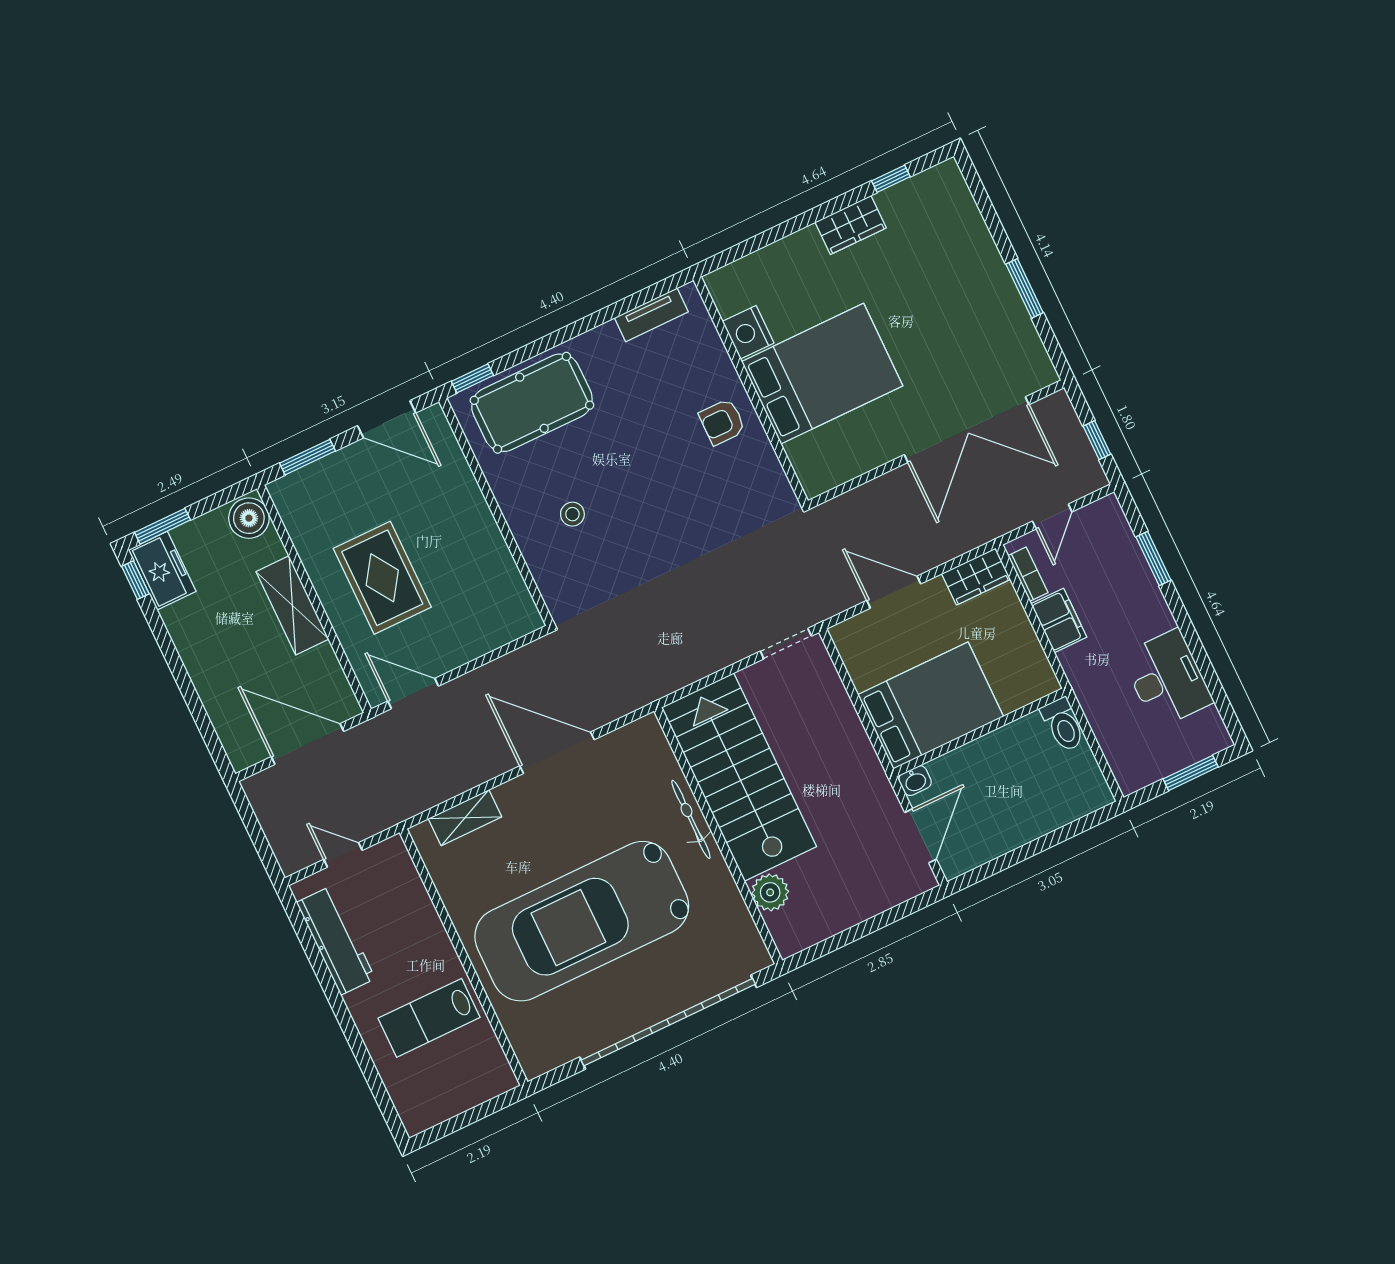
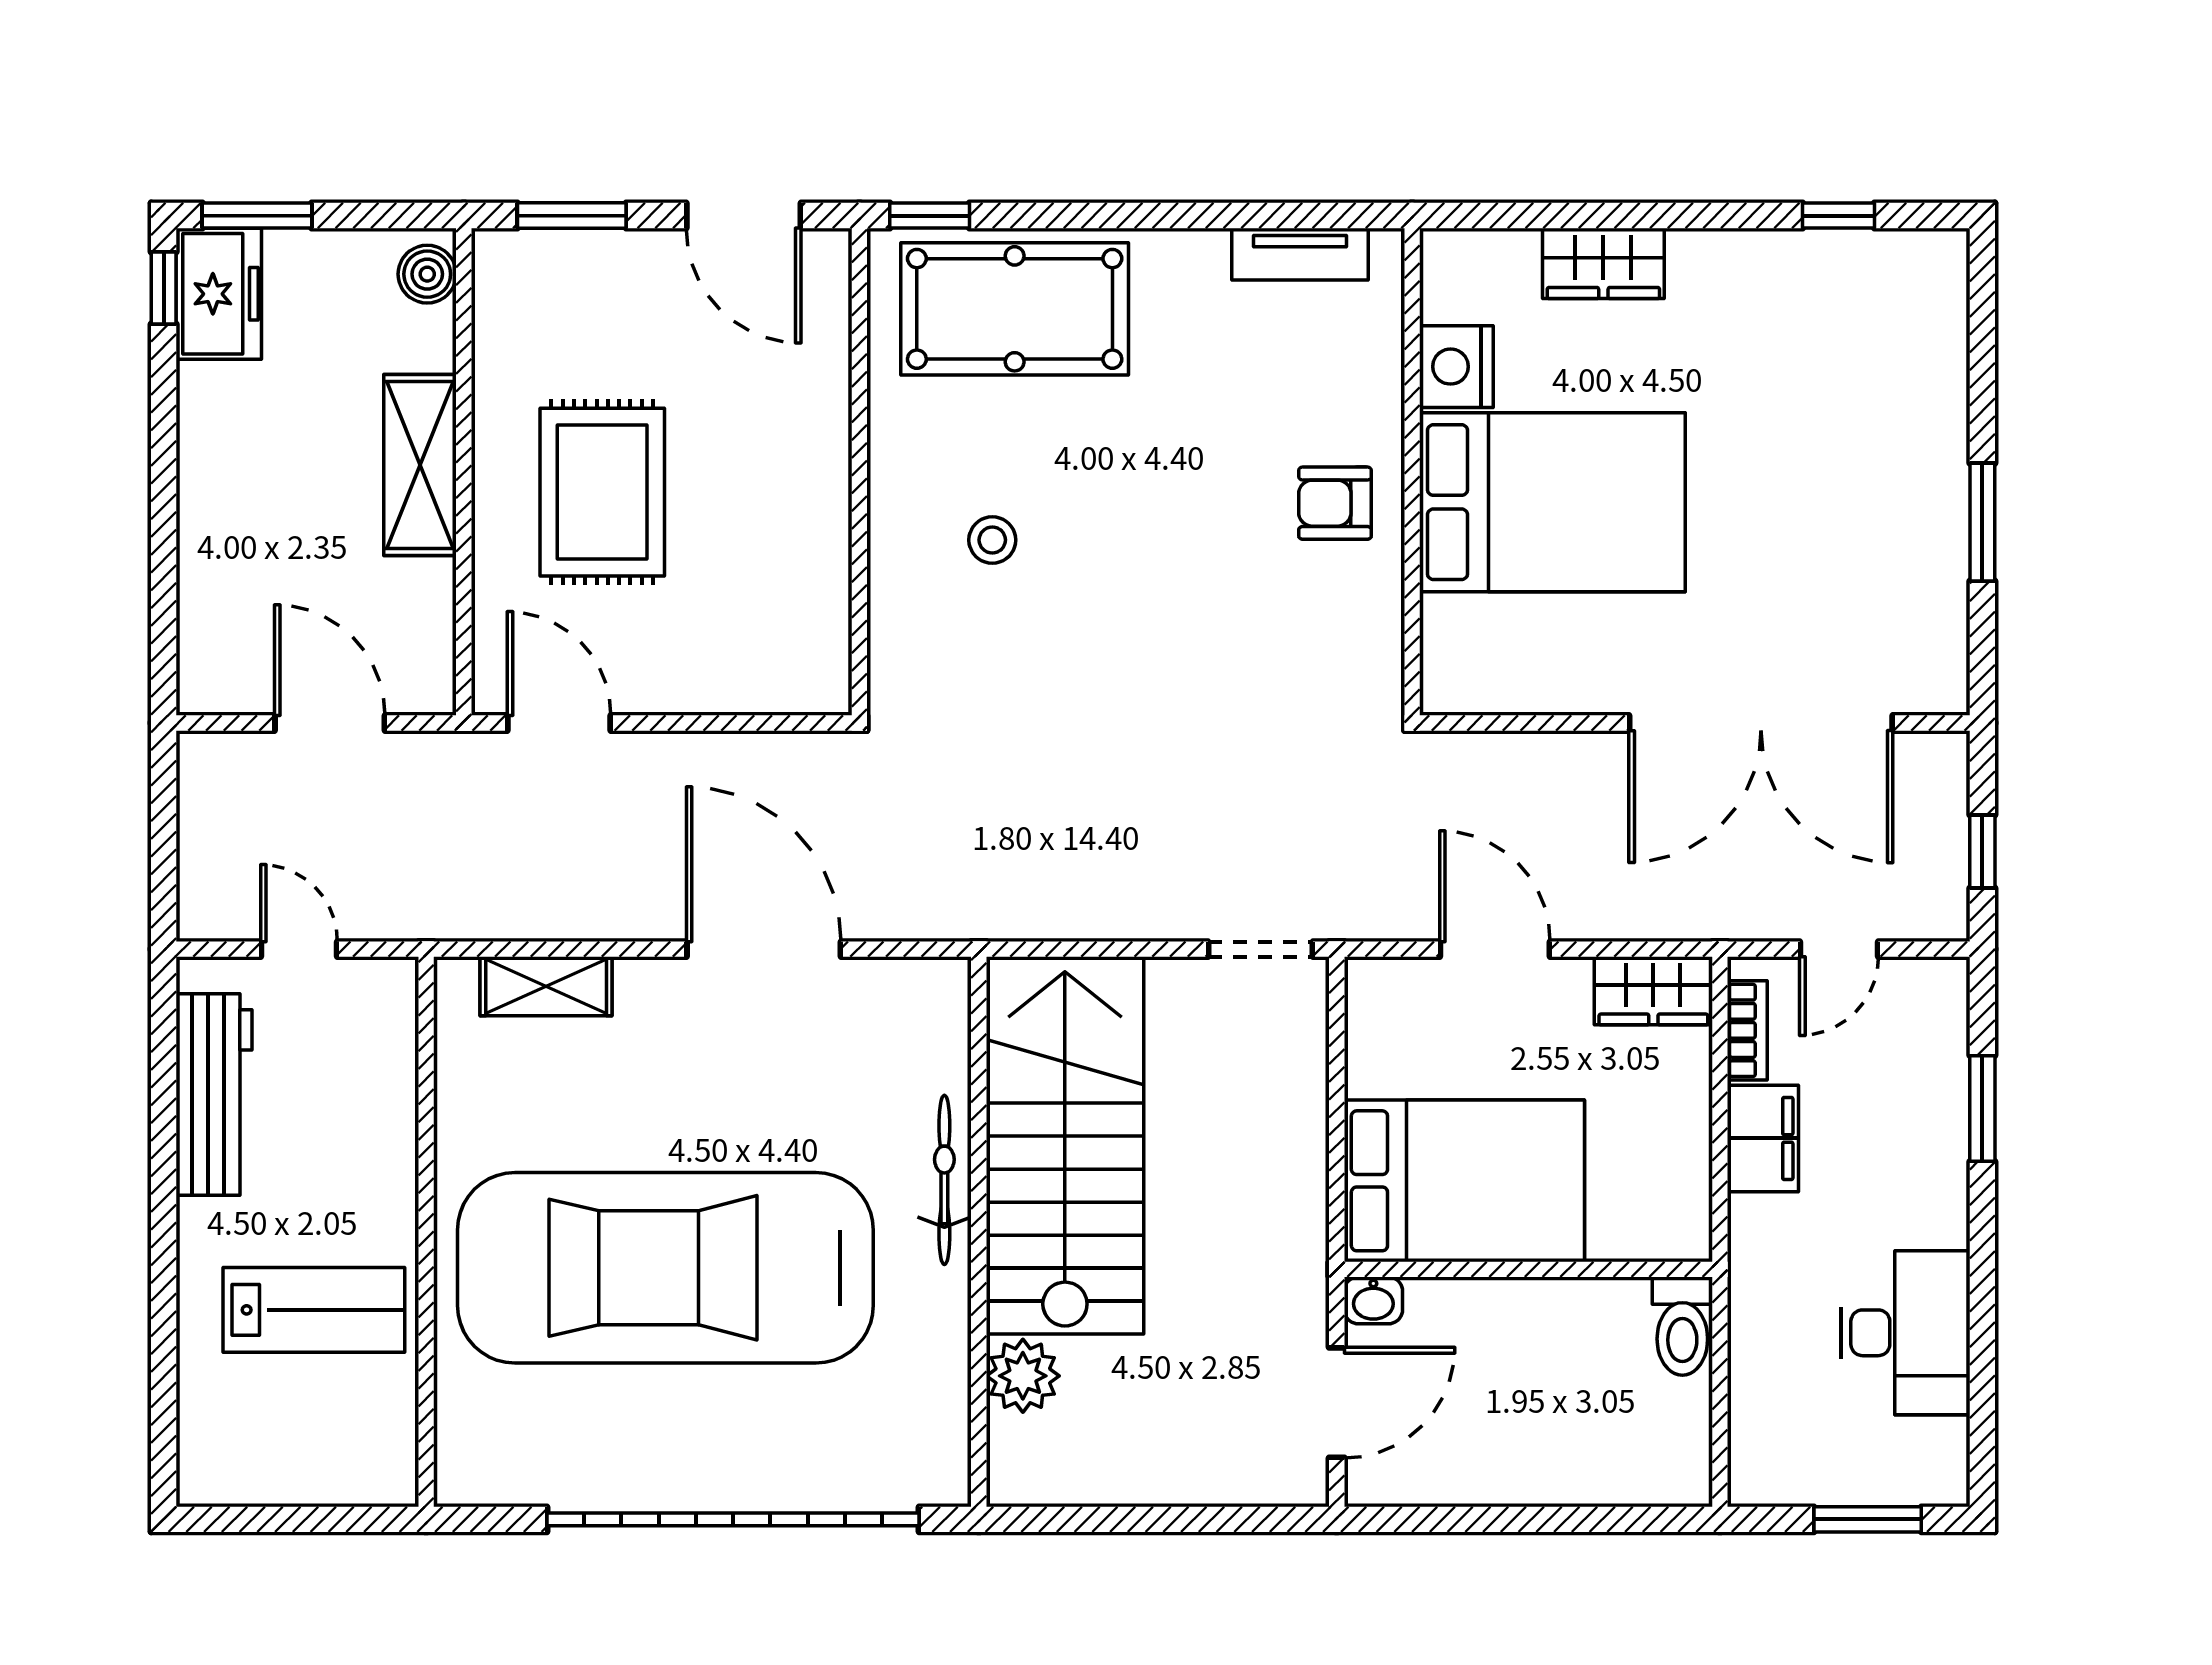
wardrobe: (851, 225) -> (1603, 263), moved
boiler: (249, 518) -> (427, 274), width x0.73, depth x0.73
door: (307, 744) -> (330, 723), width x0.73
lab bench: (429, 1018) -> (314, 1310), turned 180

